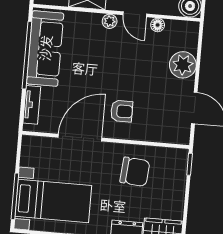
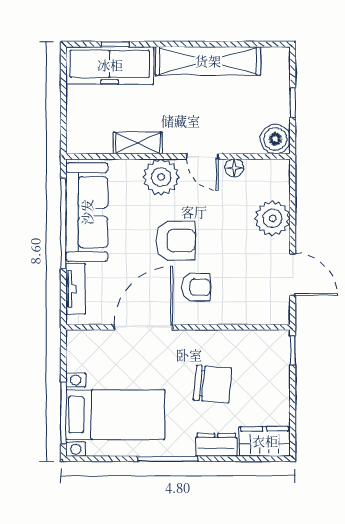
plant: (110, 21) -> (161, 177), width x1.87, depth x1.87
armchair: (109, 75) -> (176, 241), added
chair: (135, 172) -> (212, 384), moved

